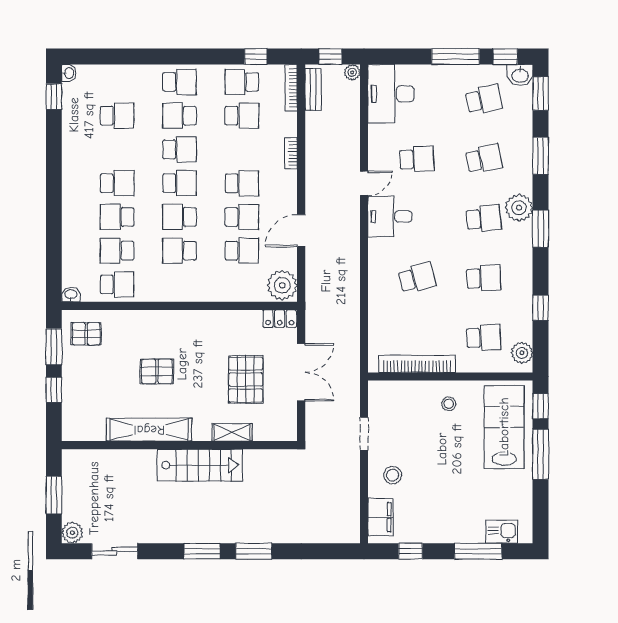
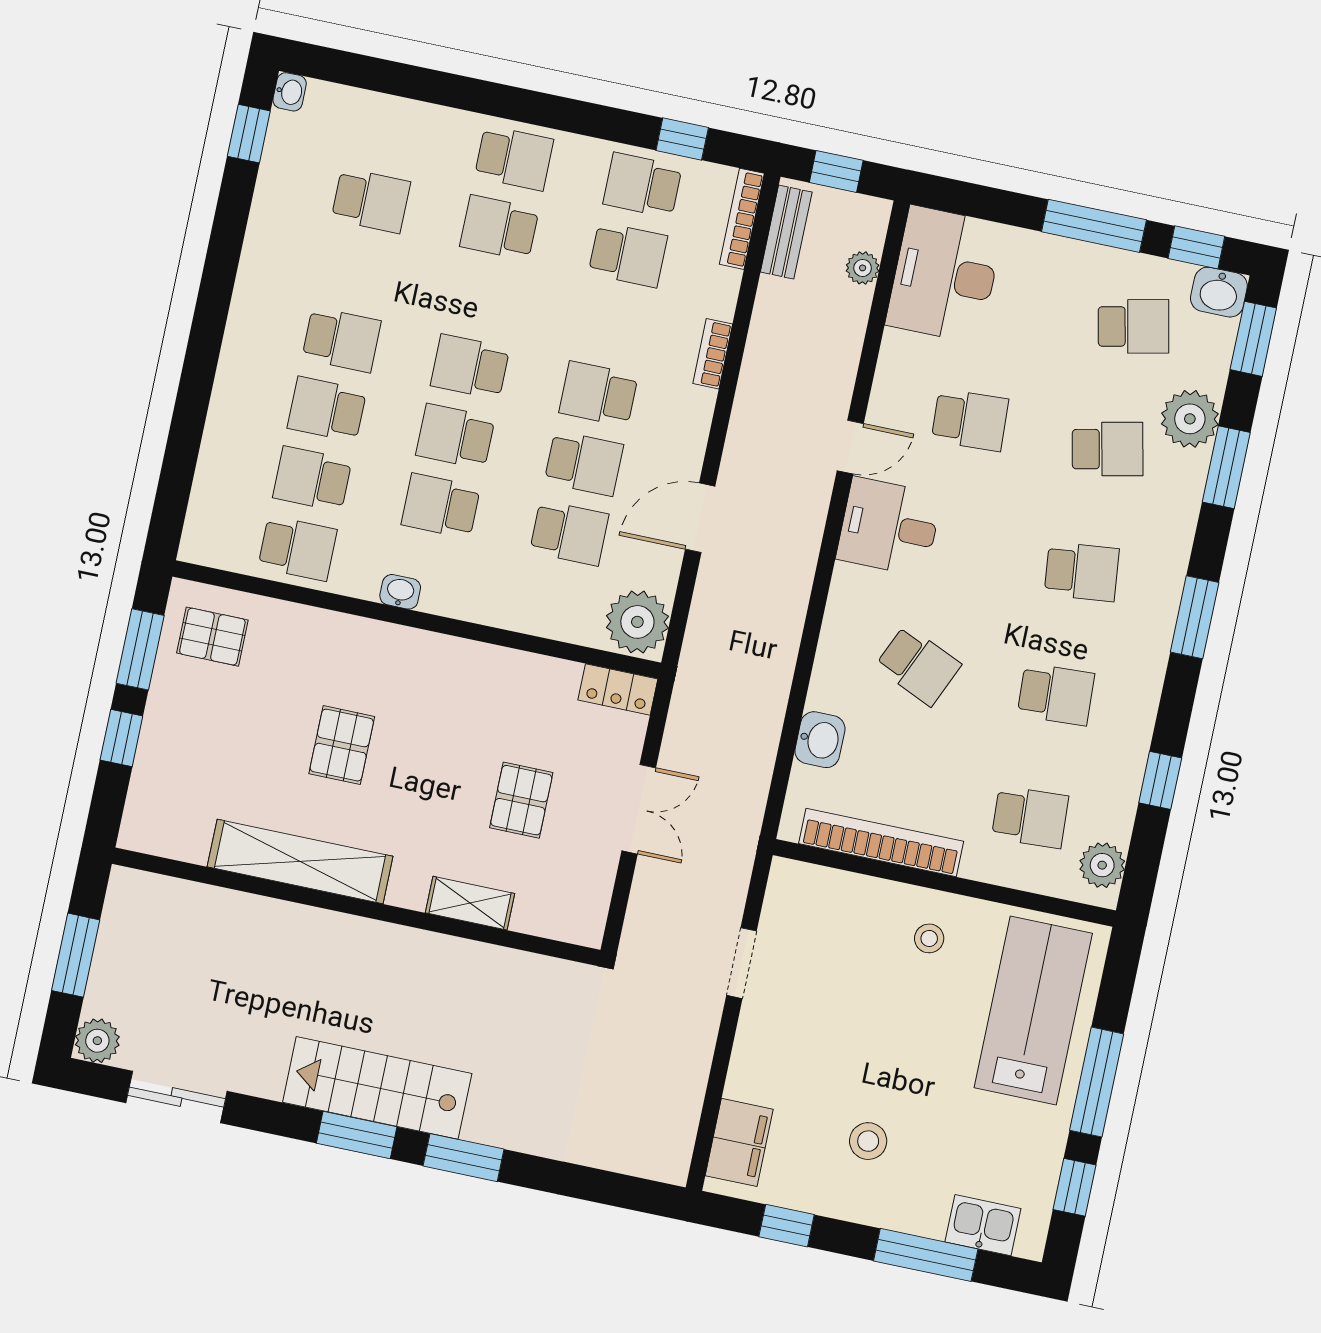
plant: (352, 72) -> (863, 268), moved
school desk: (179, 149) -> (485, 297), removed
school desk: (179, 183) -> (470, 367), turned 180
school desk: (242, 183) -> (599, 394), turned 180
plant: (519, 208) -> (1190, 419), moved
school desk: (417, 278) -> (918, 665), turned 39
washbasin: (71, 295) -> (400, 592), moved
washbasin: (379, 322) -> (820, 740), added
pallet: (157, 371) -> (342, 745), turned 90
double door: (301, 372) -> (639, 809), width x0.73
pallet: (246, 379) -> (521, 800), width x0.67, depth x0.71
window: (541, 406) -> (1074, 1187), moved
stairs: (200, 465) -> (377, 1088), moved, turned 180
stool: (393, 475) -> (868, 1141), moved

